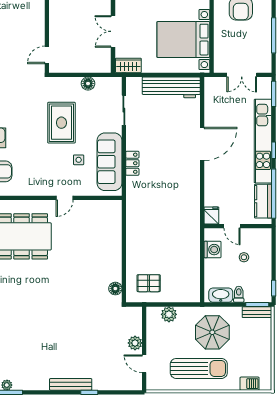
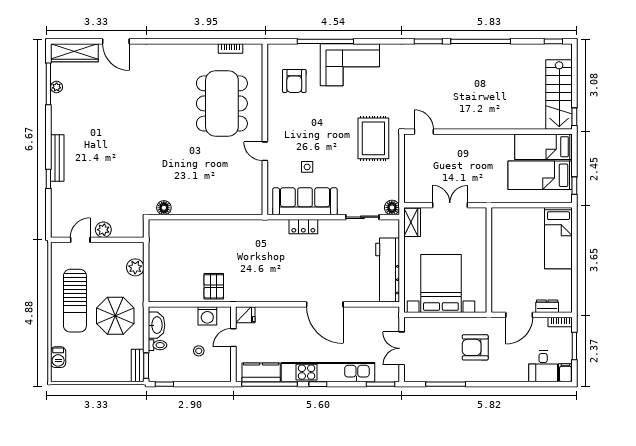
floor lamp: (88, 84) -> (392, 208), moved
rug: (61, 123) -> (373, 138), moved, turned 90
pallet: (149, 283) -> (214, 286), moved

